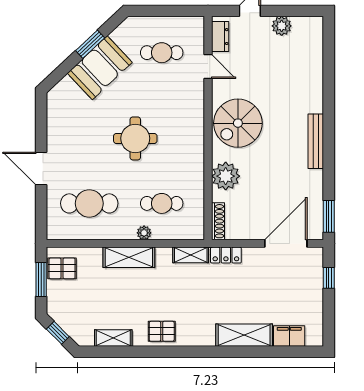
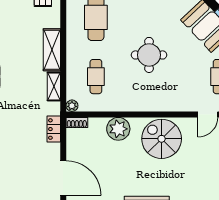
shoe rack: (218, 221) -> (77, 123), width x0.70
plant: (144, 233) -> (72, 106), moved
shelving: (191, 255) -> (54, 86), moved

